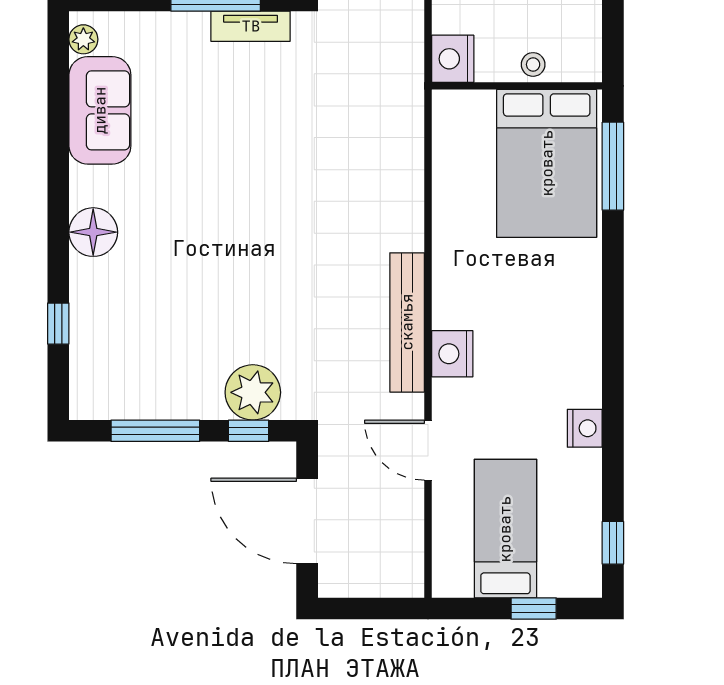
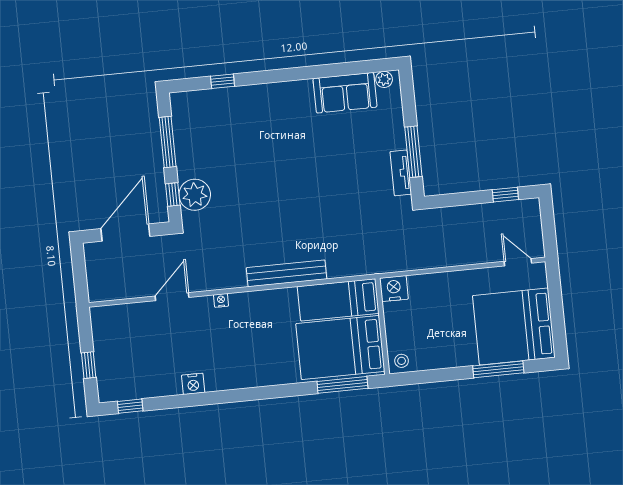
stool: (533, 64) -> (402, 361), moved
floor lamp: (93, 232) -> (276, 96), removed
bench: (407, 322) -> (287, 273), moved
nightstand: (452, 354) -> (221, 300), width x0.53, depth x0.56
bed: (505, 529) -> (338, 300), moved, turned 180

